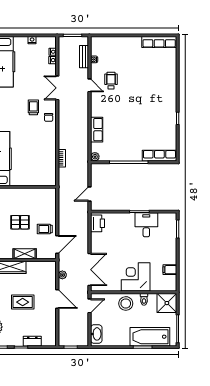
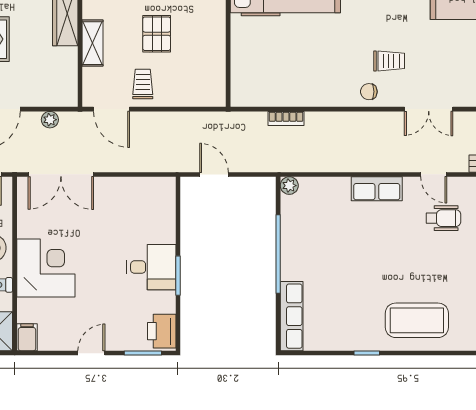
door: (89, 85) -> (434, 174), hinge flipped
double door: (57, 88) -> (429, 109), swing flipped
coffee table: (161, 94) -> (417, 320), added
row of seats: (97, 130) -> (377, 189), moved
printer: (97, 223) -> (162, 331), moved, turned 90
desk: (146, 225) -> (151, 267), moved
door: (178, 254) -> (91, 353), added
filing cabinet: (170, 270) -> (27, 337), moved

